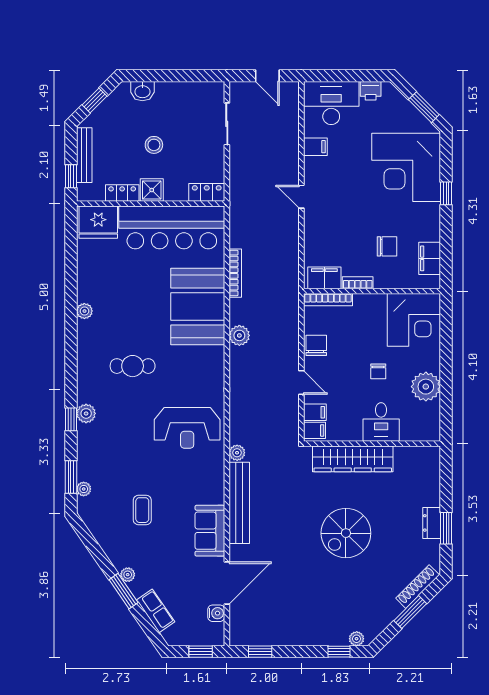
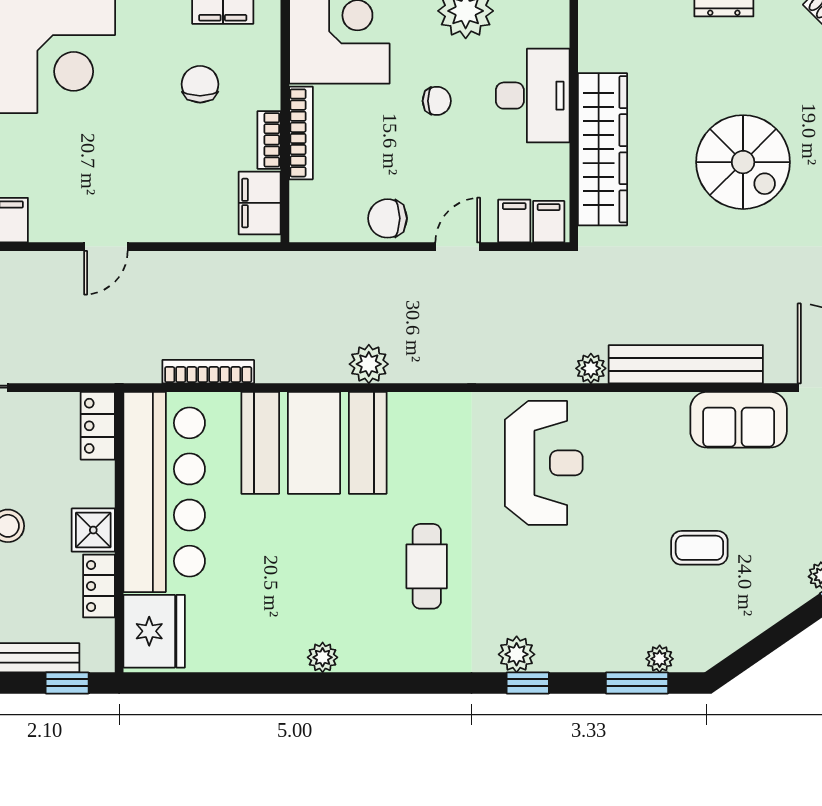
bookcase: (235, 273) -> (208, 372), moved
bookcase: (328, 300) -> (301, 133), moved
desk: (381, 422) -> (533, 96), width x1.37

